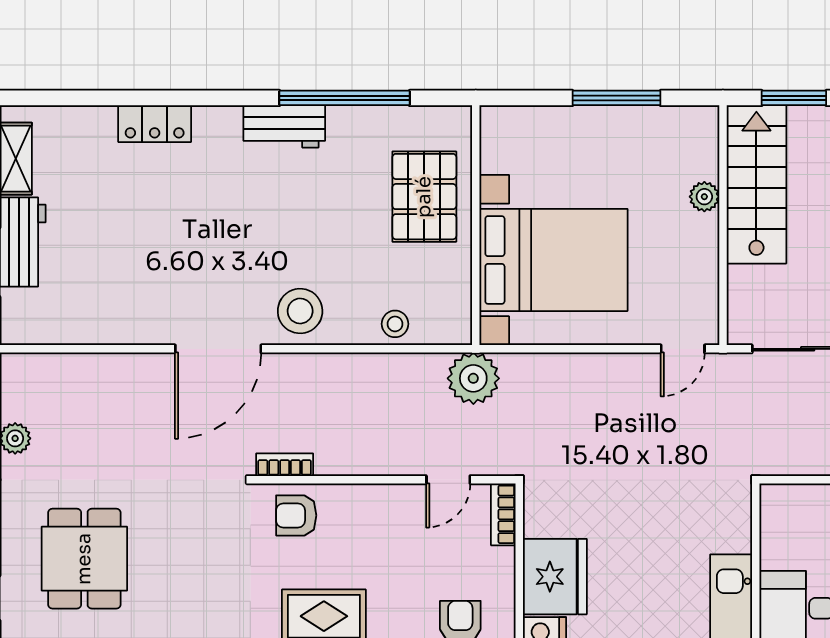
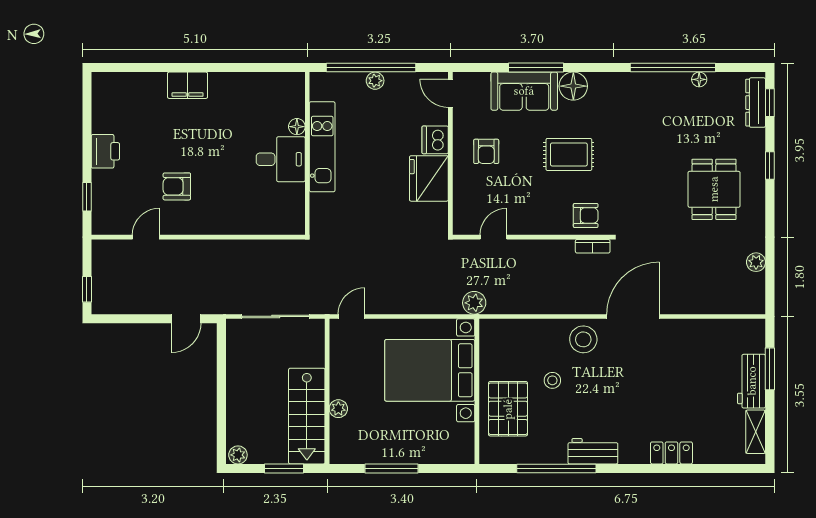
stool: (395, 324) -> (552, 380), moved
plant: (473, 378) -> (474, 303), width x0.73, depth x0.73
bookcase: (503, 514) -> (460, 216), removed

